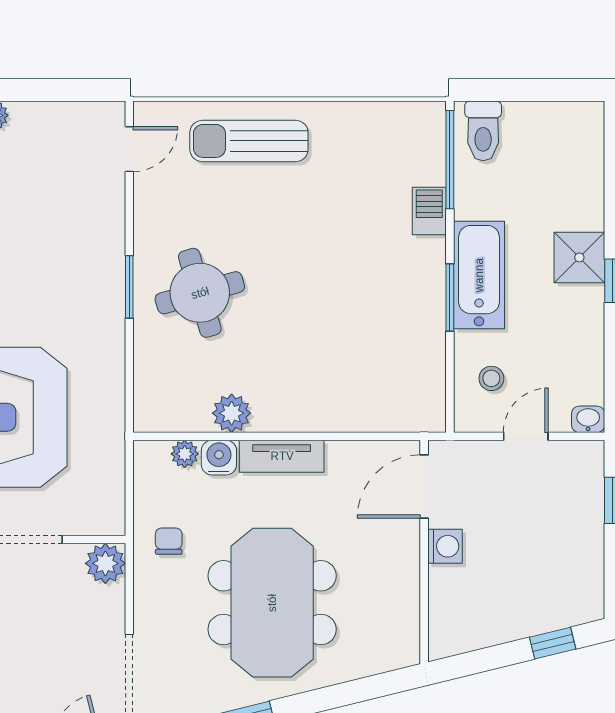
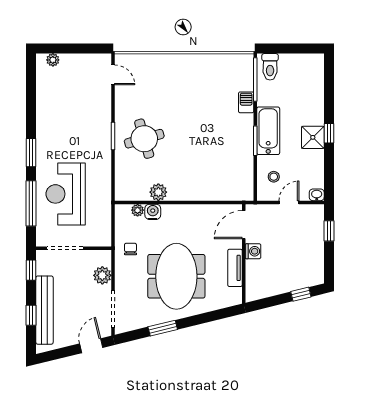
sun lounger: (249, 141) -> (166, 71), removed
door: (129, 149) -> (113, 75), hinge flipped
shower: (579, 257) -> (313, 137), moved
tv unit: (282, 456) -> (235, 268), moved, turned 90
plant: (105, 563) -> (102, 275), moved

